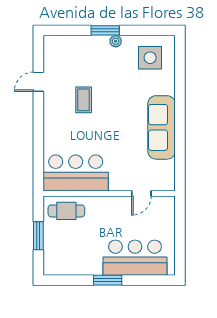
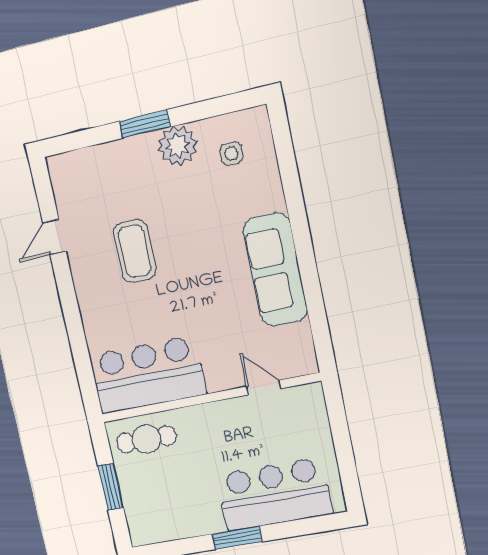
plant: (116, 41) -> (177, 146), width x1.87, depth x1.87
side table: (150, 58) -> (231, 154), width x0.54, depth x0.54
coffee table: (84, 100) -> (135, 251), width x1.36, depth x1.30
door: (141, 193) -> (264, 387), swing flipped

